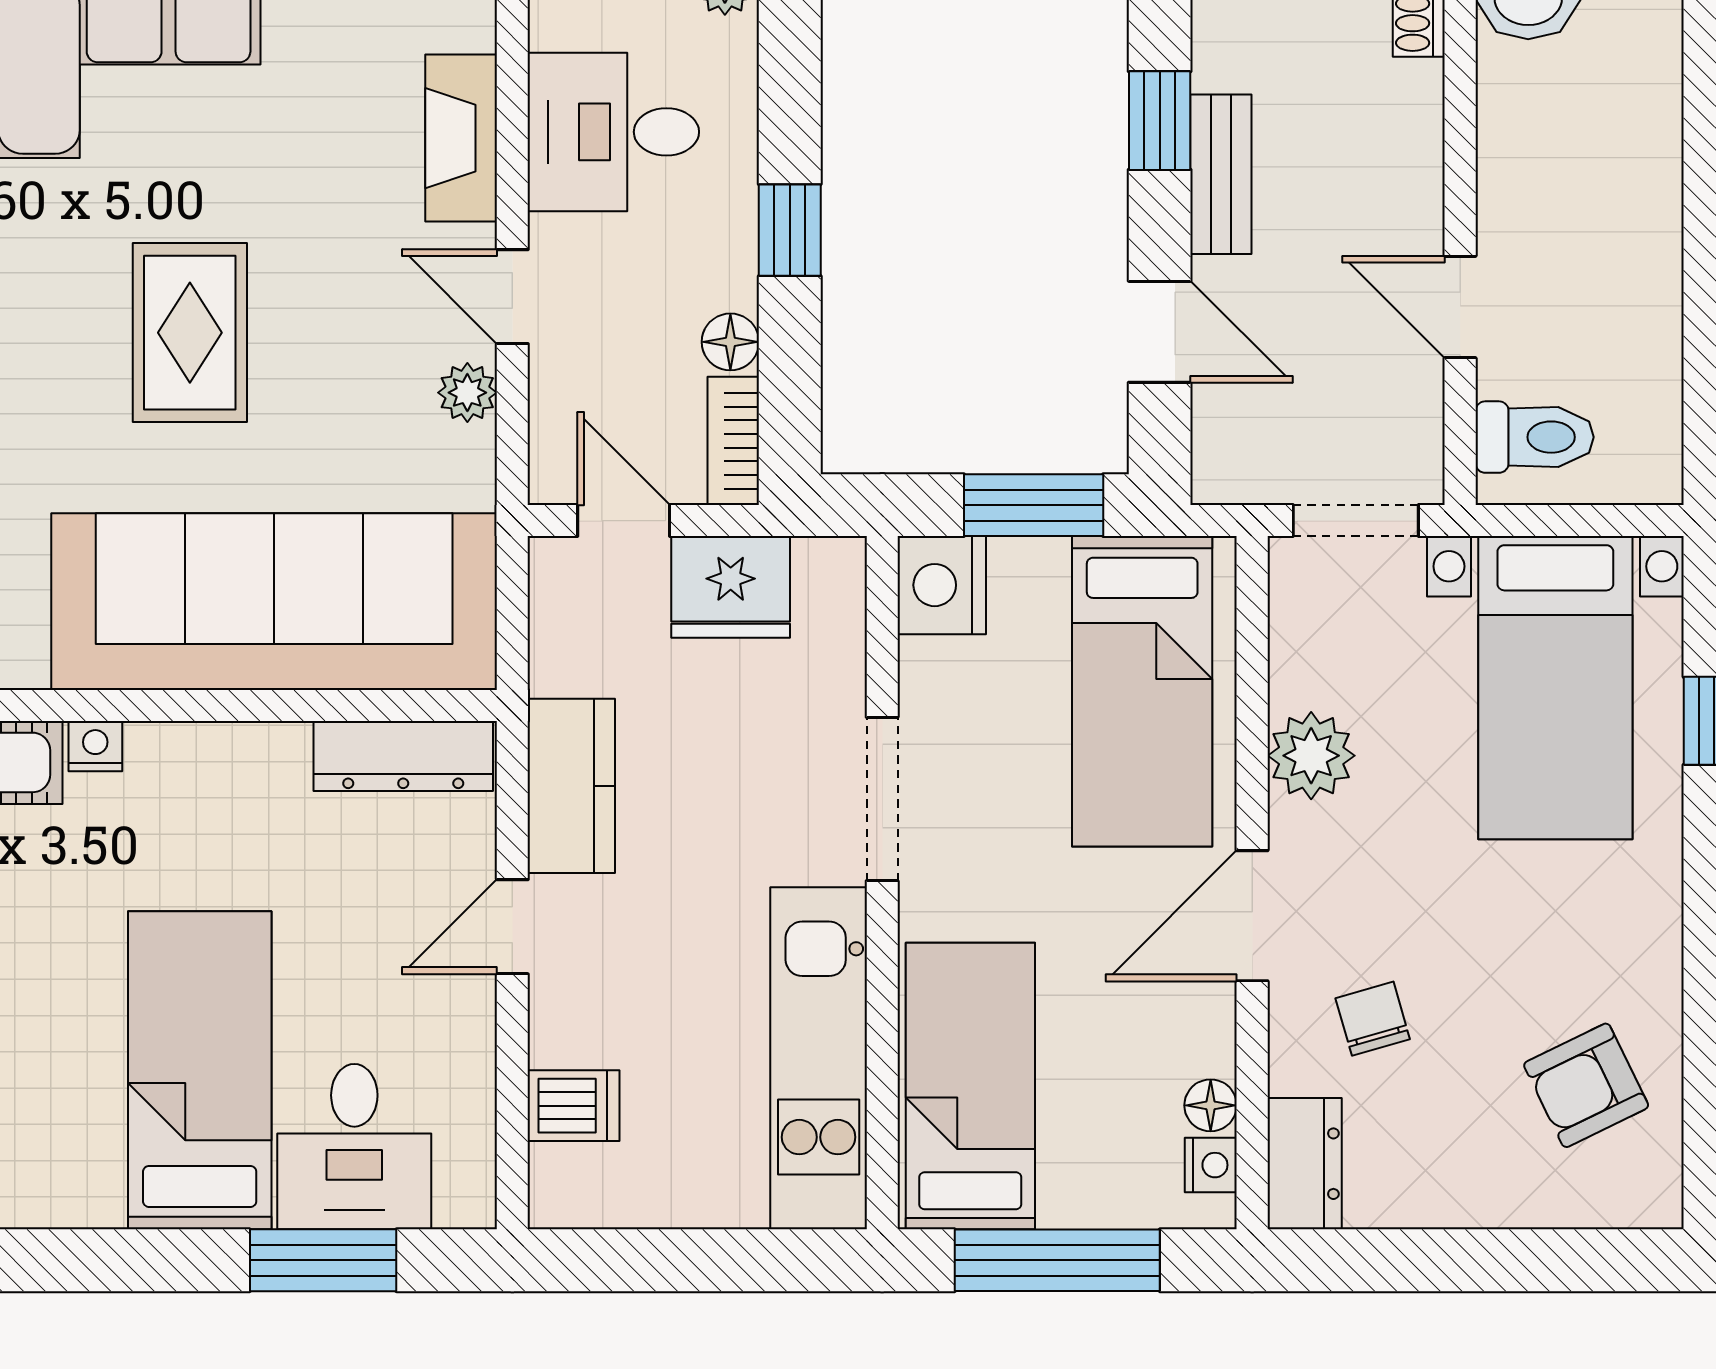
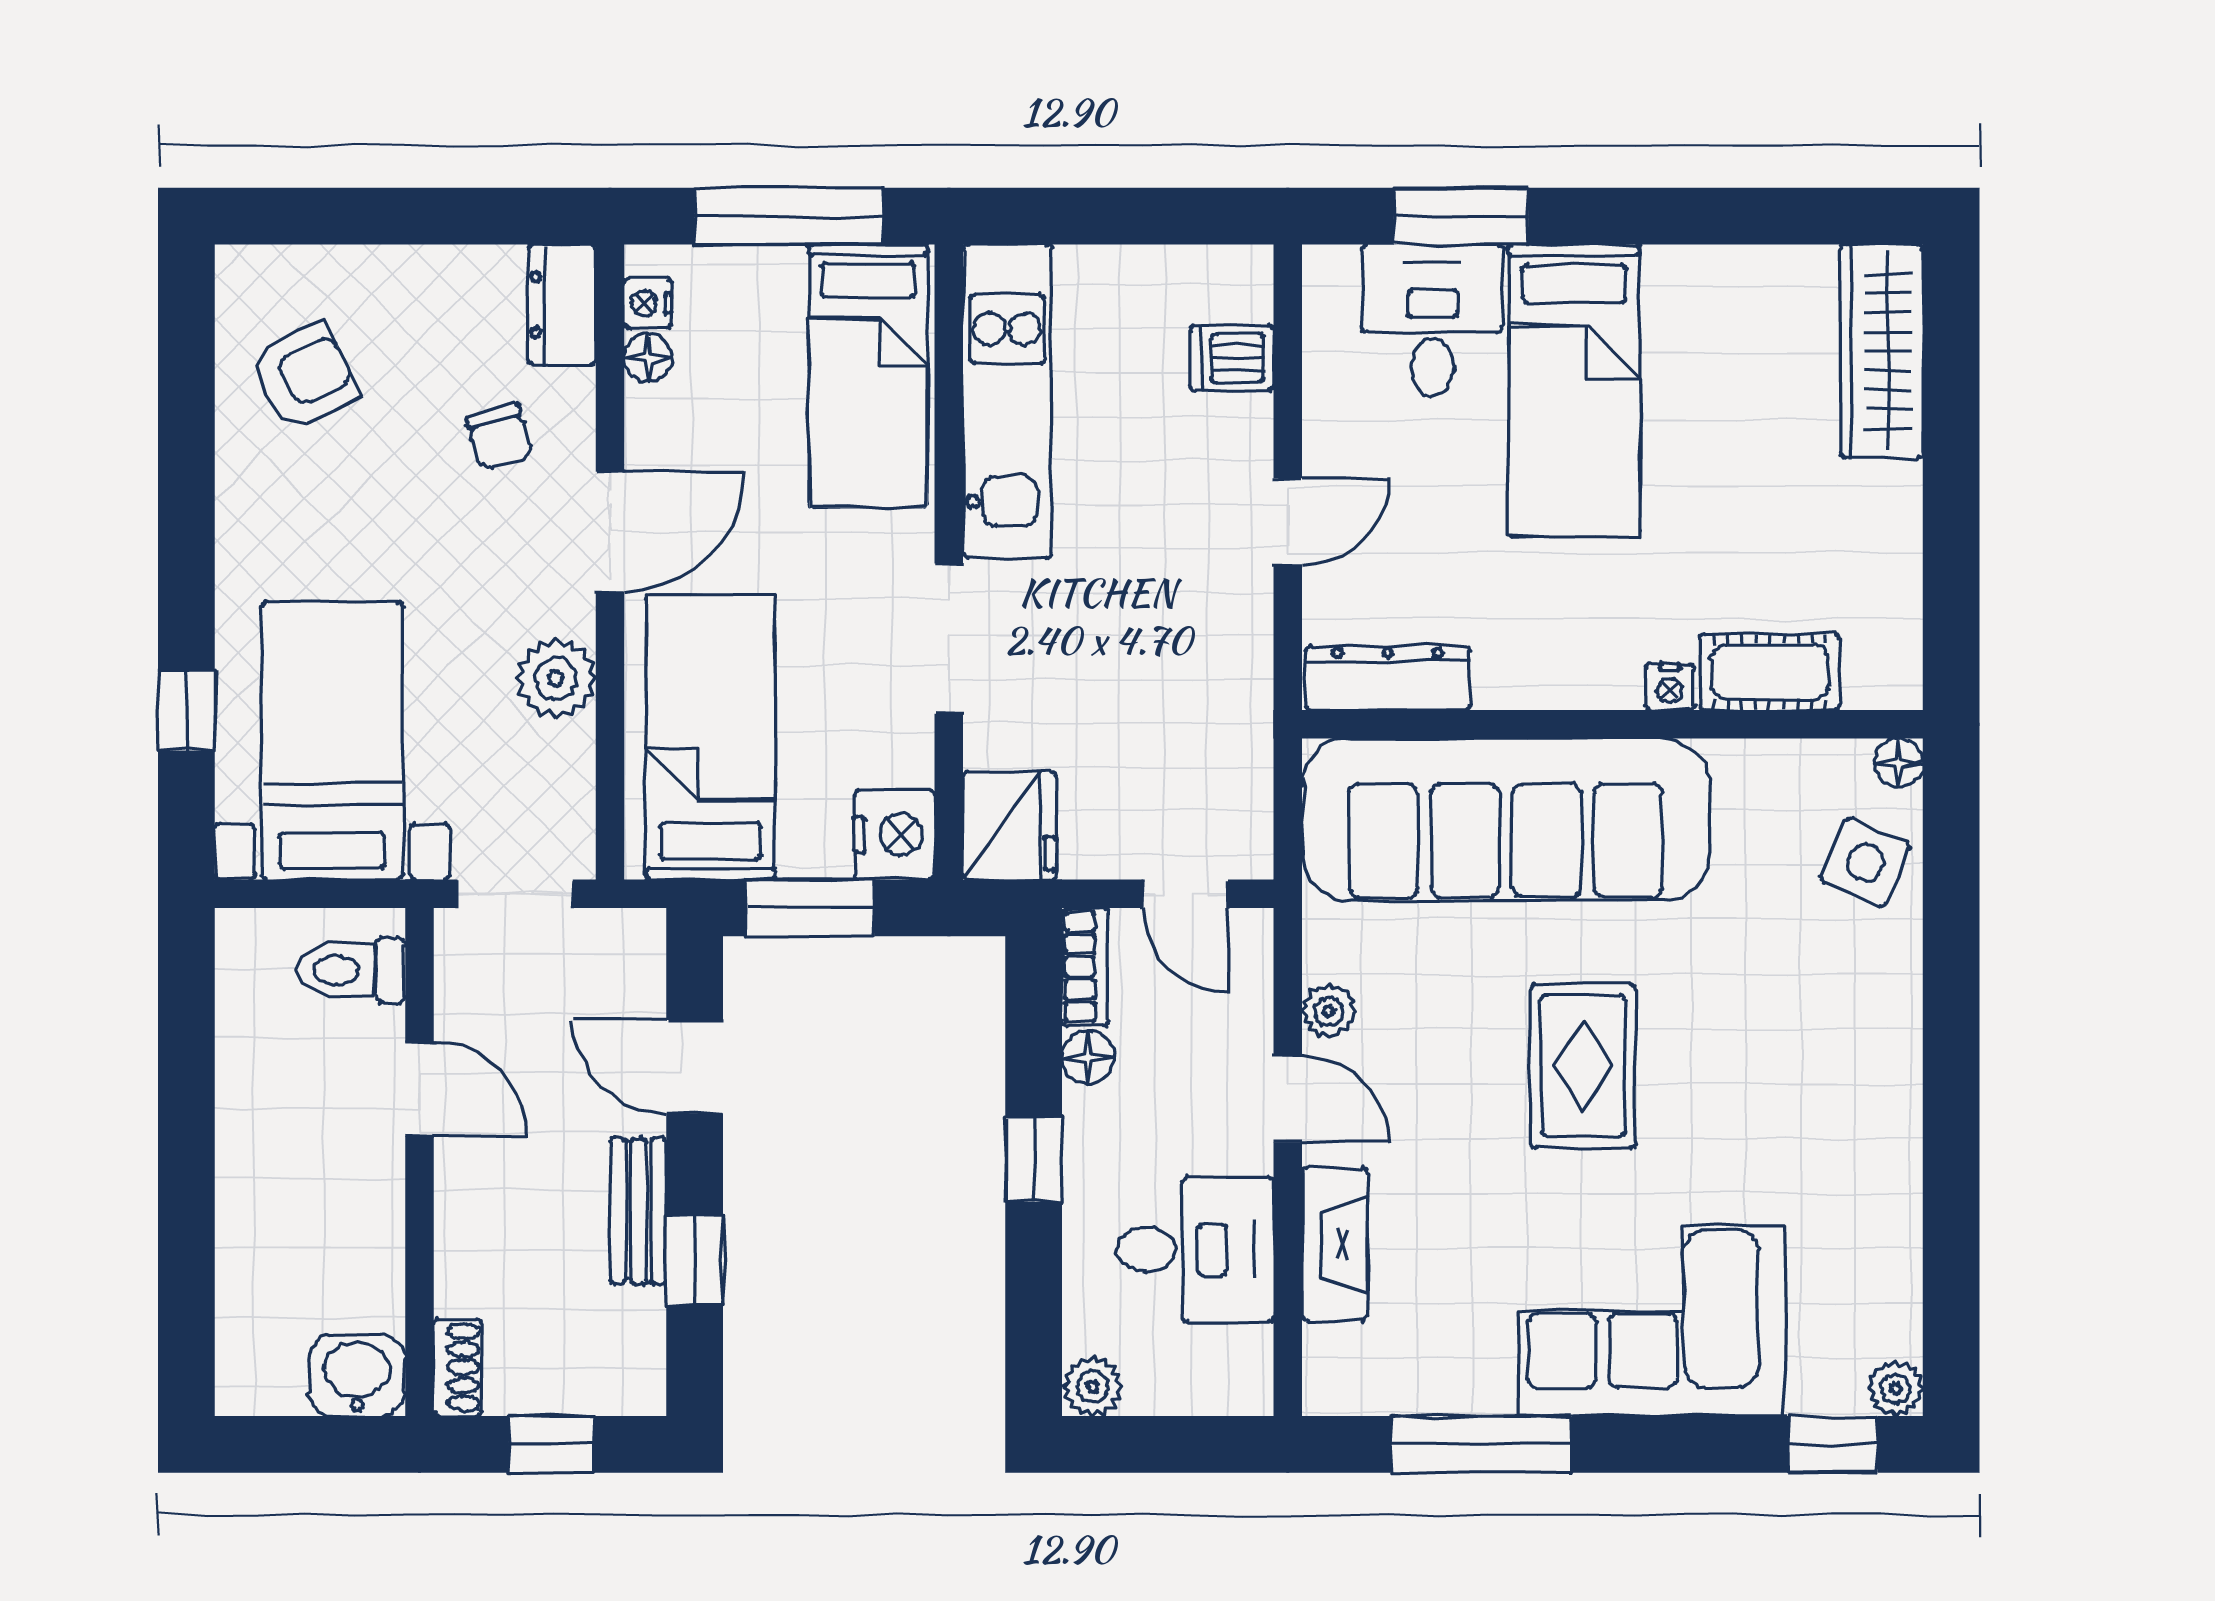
fridge: (731, 587) -> (1010, 825), moved, turned 90
kitchen counter: (571, 786) -> (1234, 651), removed

